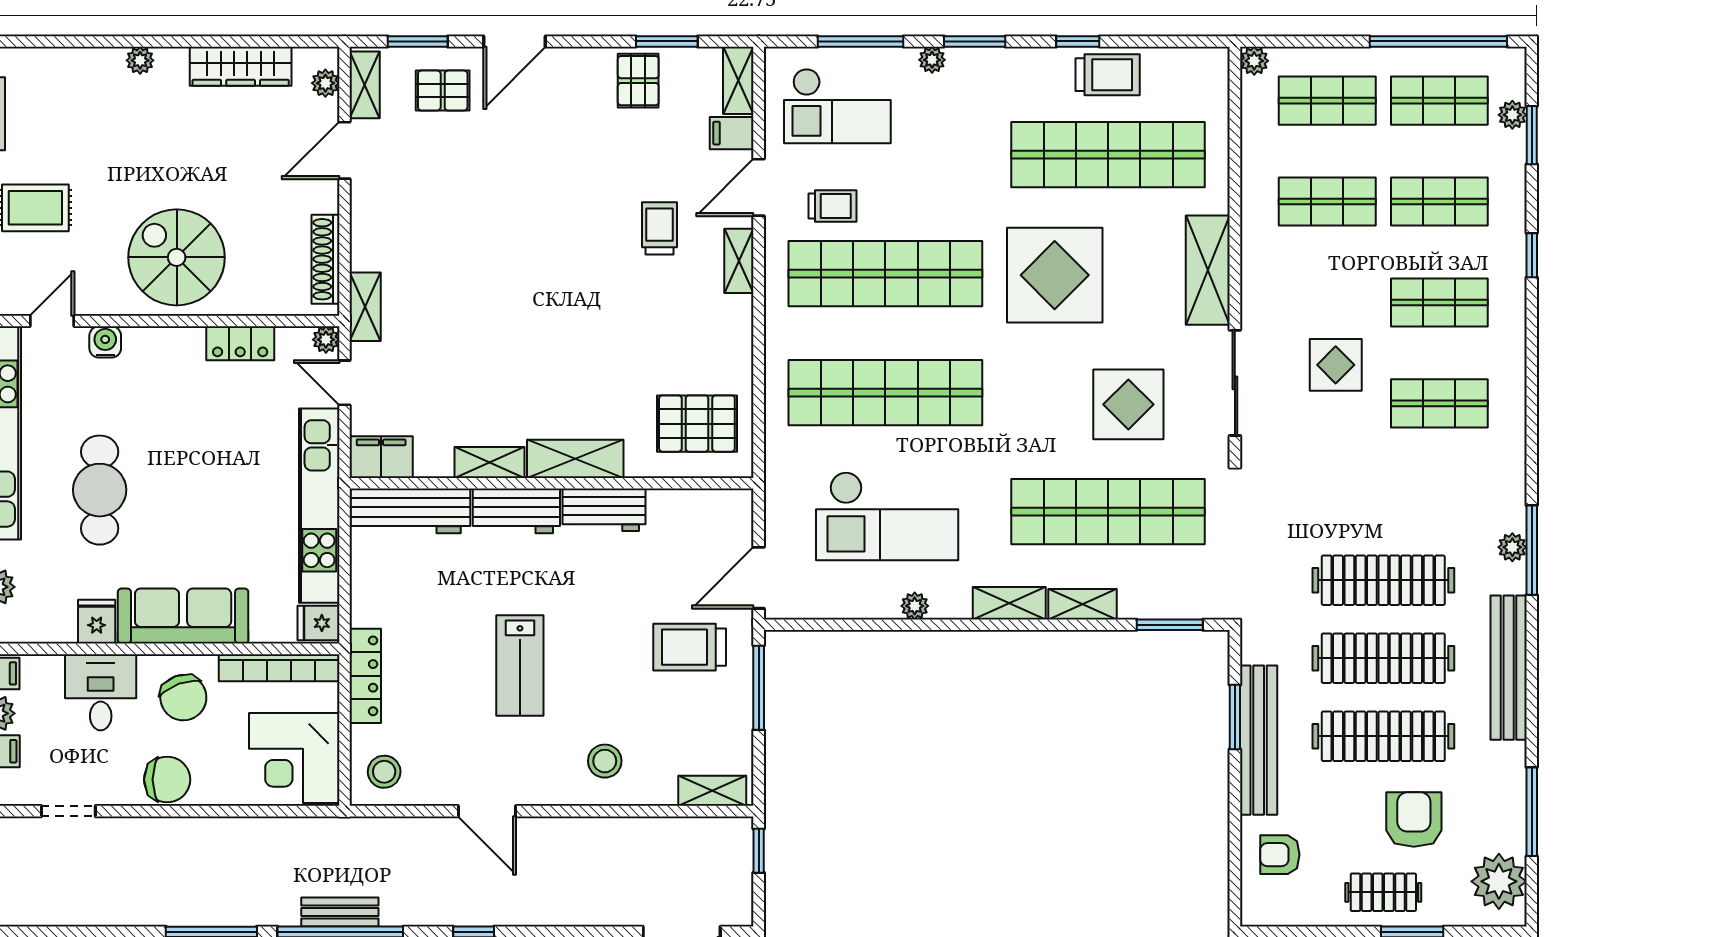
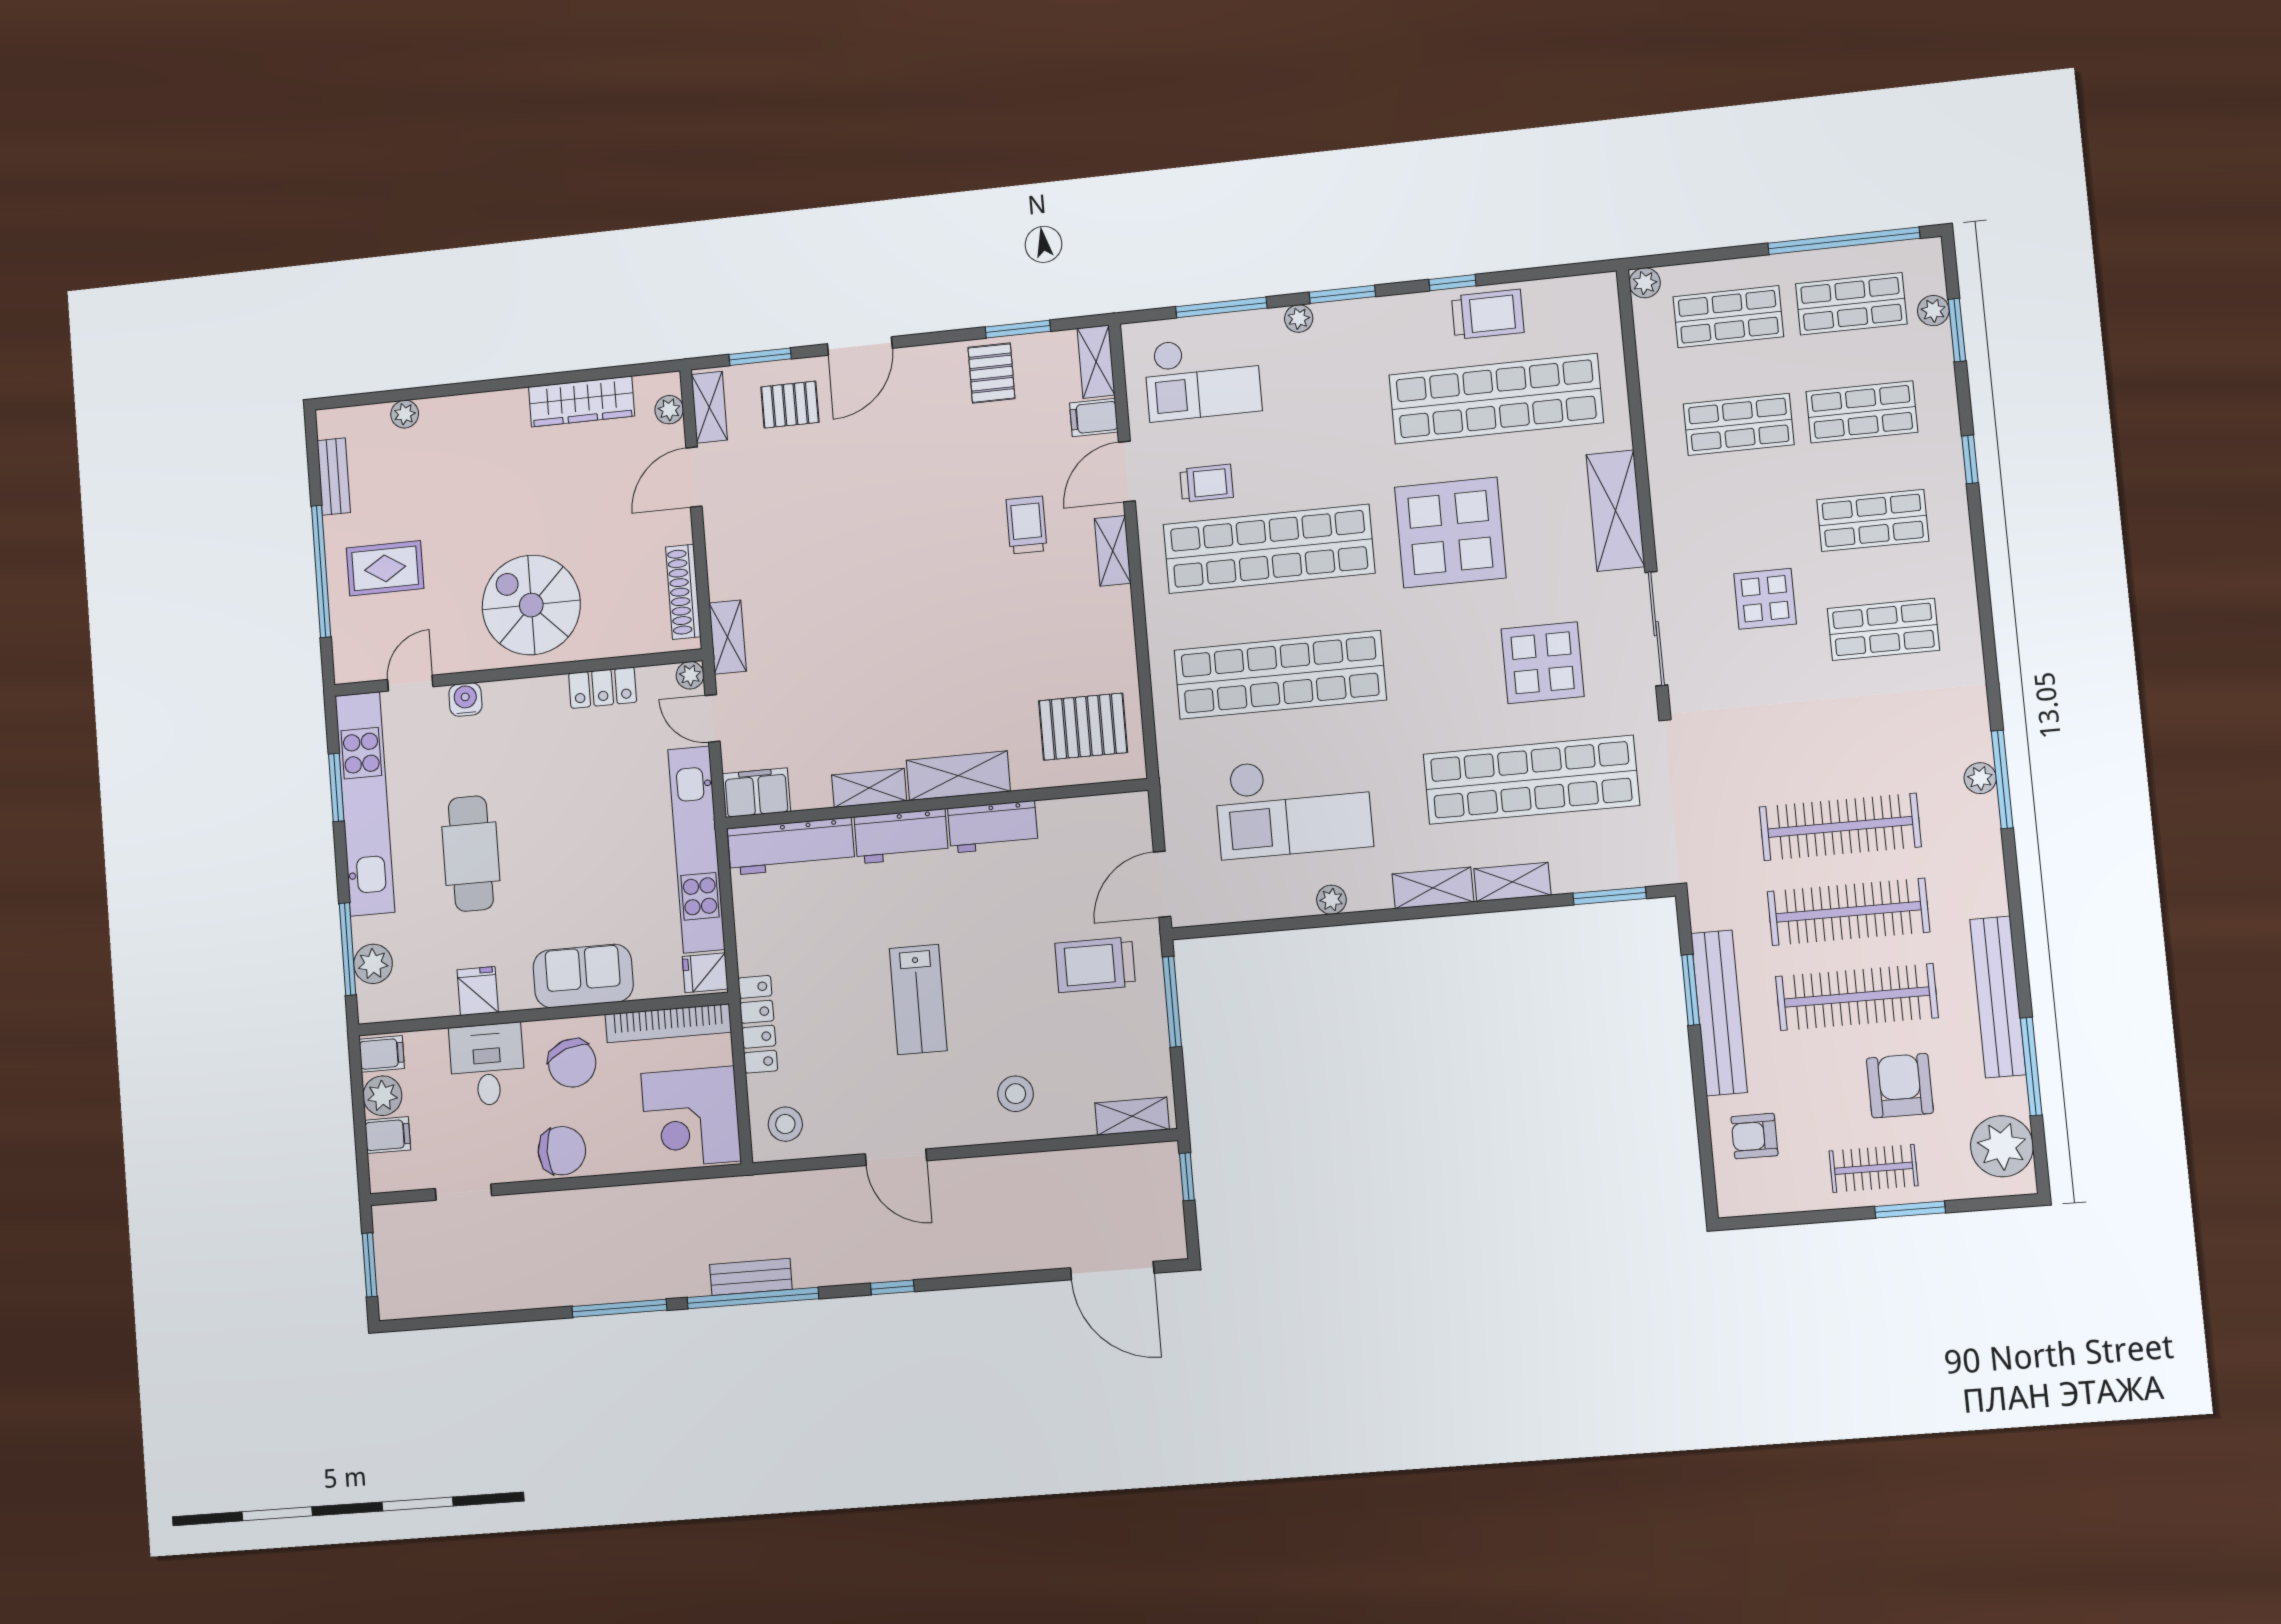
plant: (140, 60) -> (405, 414), moved
sofa: (183, 616) -> (583, 976), width x0.73
bench: (1509, 668) -> (1998, 997), moved

